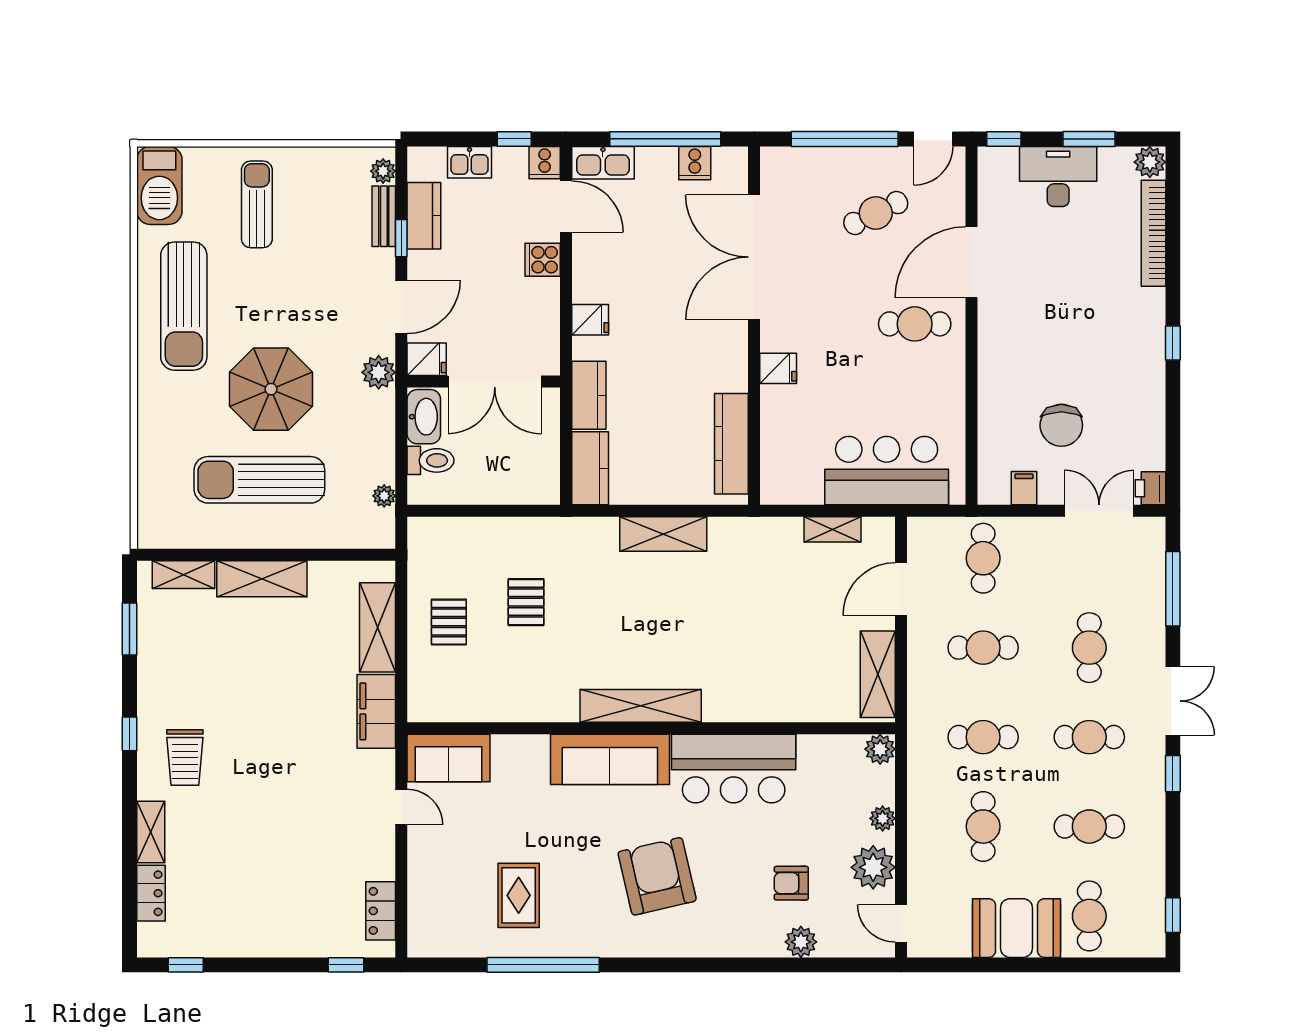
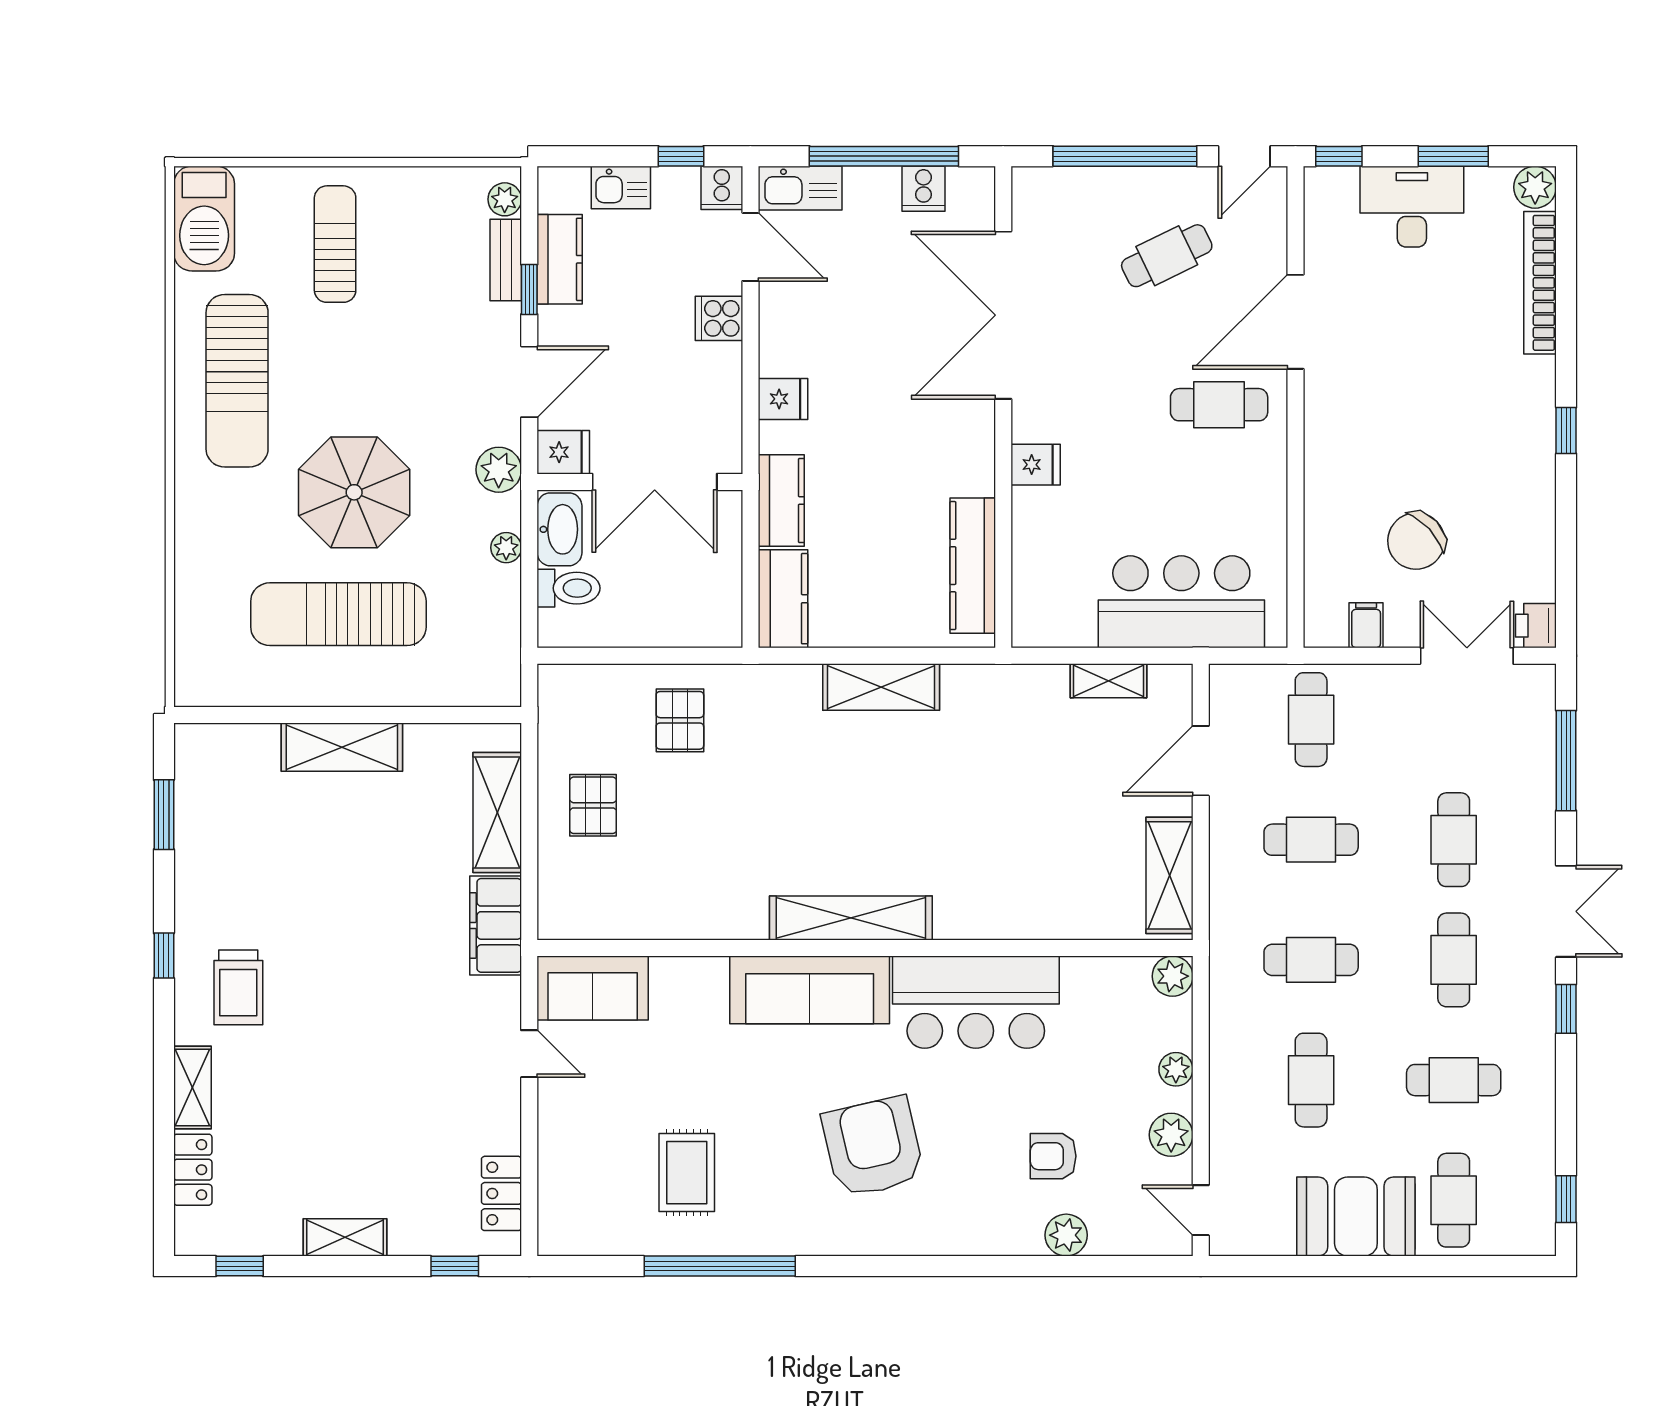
chair: (1061, 425) -> (1416, 541), turned 47
plant: (384, 496) -> (506, 548), moved
shelving: (183, 575) -> (345, 1237), moved
pallet: (526, 602) -> (680, 720), moved
cafe table: (1089, 737) -> (1454, 960), turned 90
plant: (873, 867) -> (1171, 1135), width x0.73, depth x0.73

